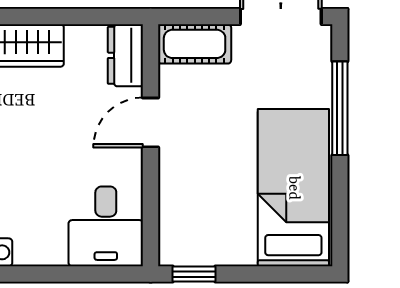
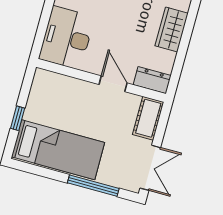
desk: (106, 226) -> (67, 38), width x1.37
window: (194, 274) -> (18, 118), moved

